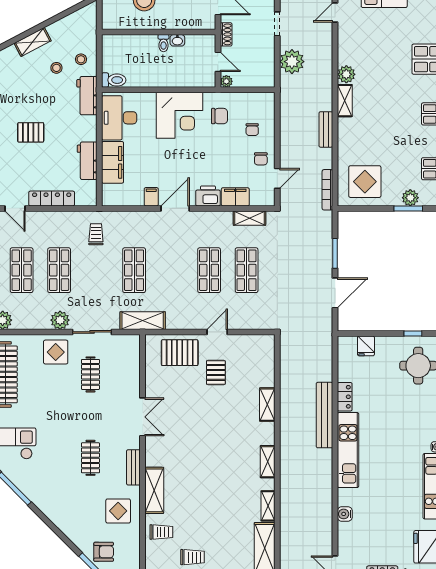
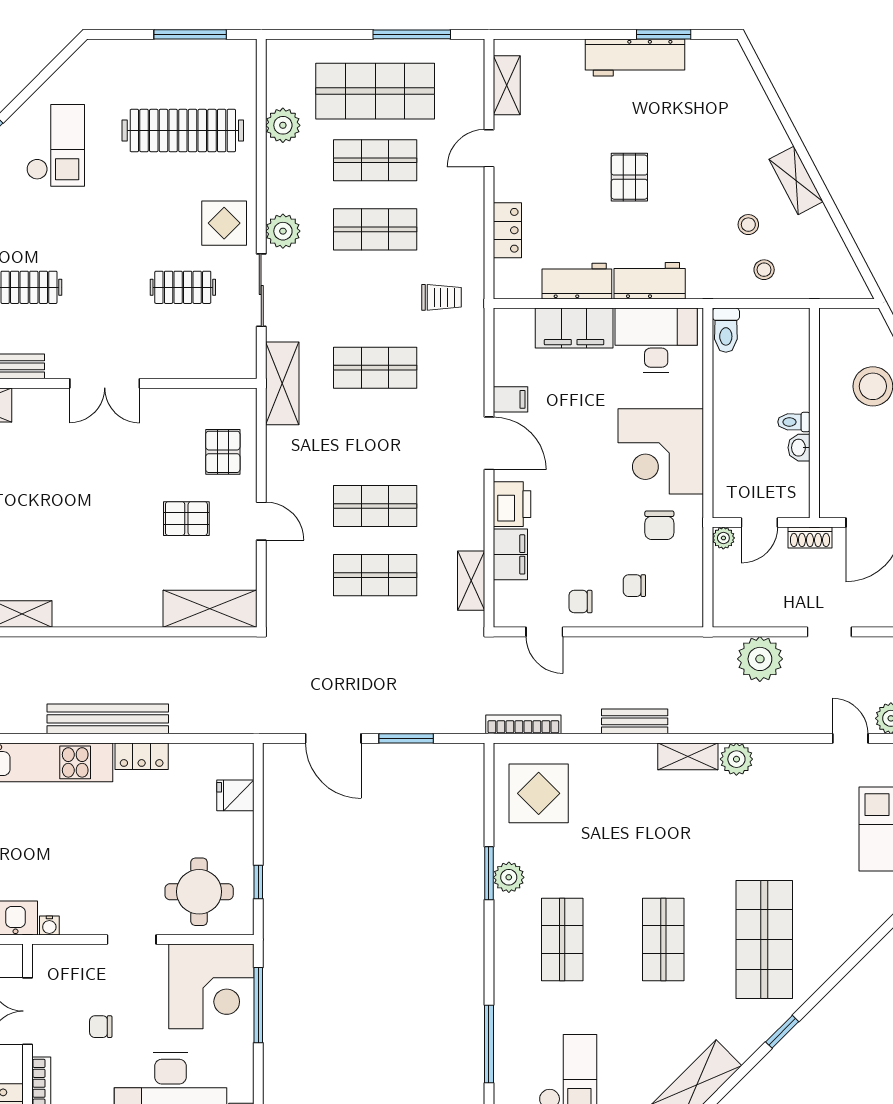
workbench: (87, 96) -> (650, 281), moved
locker: (52, 198) -> (507, 230), width x0.66
pallet: (180, 353) -> (223, 452), width x0.67, depth x0.71
shelving: (267, 405) -> (210, 609), moved, width x1.50, depth x1.33

